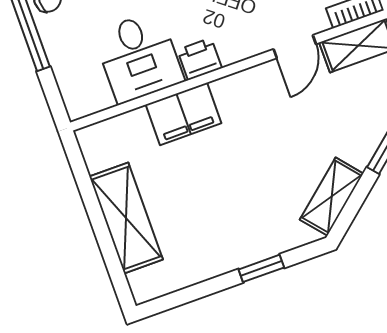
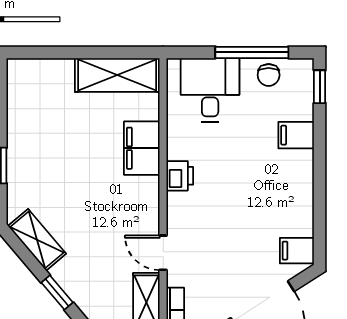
desk: (139, 57) -> (210, 90), moved, turned 90
shelving: (126, 218) -> (117, 75), moved

